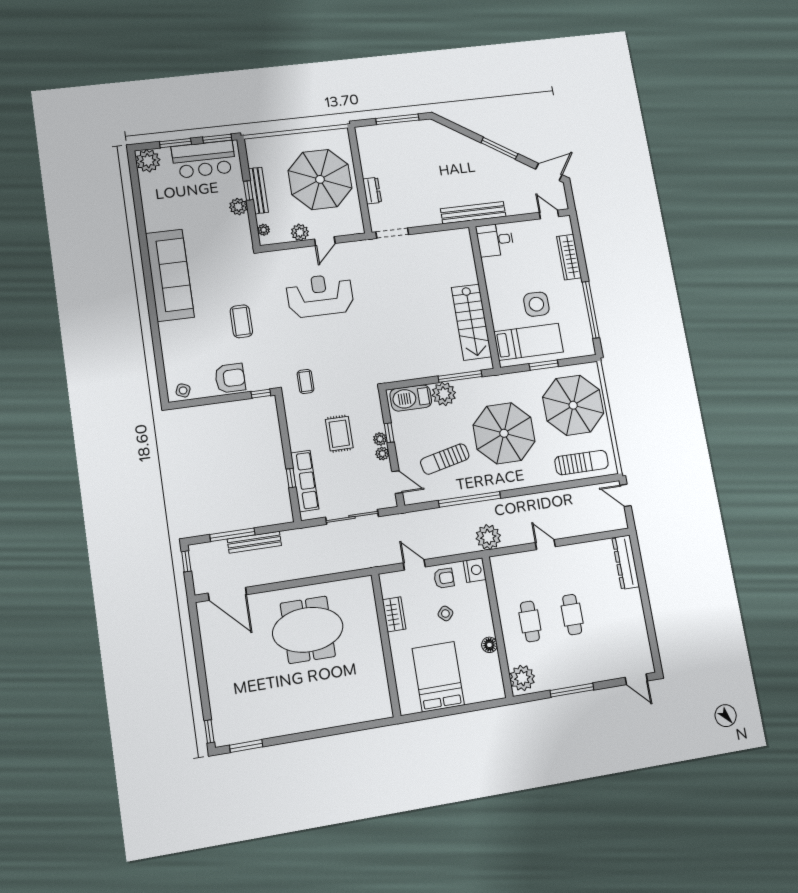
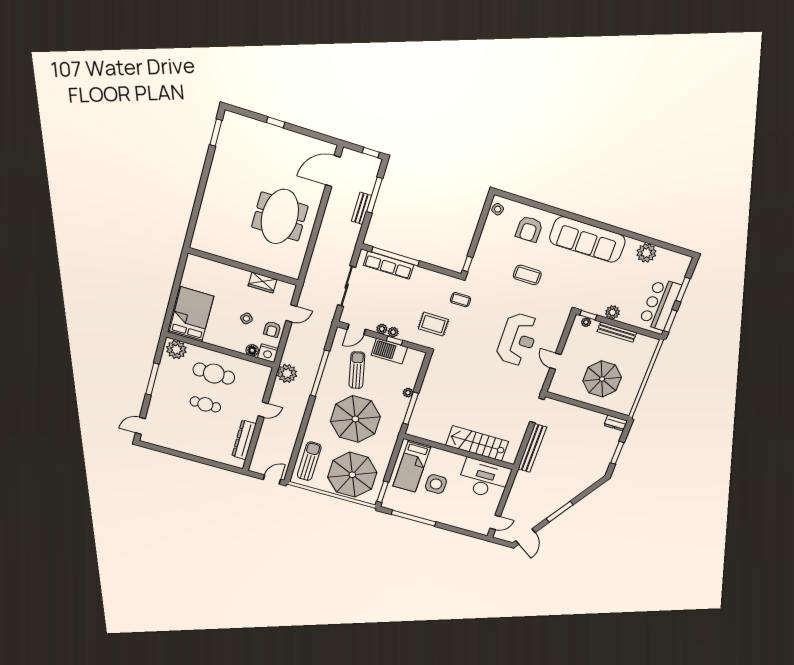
window: (397, 119) -> (617, 453), width x0.69
plant: (148, 161) -> (646, 253), moved
parasol: (320, 179) -> (602, 379), width x0.73, depth x0.73
window: (248, 191) -> (588, 315), moved
dresser: (372, 191) -> (616, 423), moved
bench: (473, 213) -> (532, 448), moved
plant: (300, 232) -> (571, 347), removed
desk: (495, 240) -> (484, 479), width x1.87, depth x1.30
wardrobe: (569, 257) -> (458, 521), removed
stairs: (472, 322) -> (477, 443), moved
window: (544, 365) -> (383, 492), moved
armchair: (230, 378) -> (529, 229), moved
plant: (444, 394) -> (408, 393), width x0.53, depth x0.53
barbecue: (411, 398) -> (389, 351), moved, turned -90
rug: (339, 434) -> (433, 324), moved
sun lounger: (582, 463) -> (309, 461), turned 180
window: (291, 478) -> (395, 256), width x3.17
bench: (254, 542) -> (361, 208), width x0.73
dresser: (626, 562) -> (244, 440), moved, turned -90
cafe table: (530, 621) -> (214, 374), width x1.37, depth x1.35
floor lamp: (489, 645) -> (252, 350), moved
bed: (438, 677) -> (191, 314), moved, turned -90
window: (209, 731) -> (276, 122), moved

